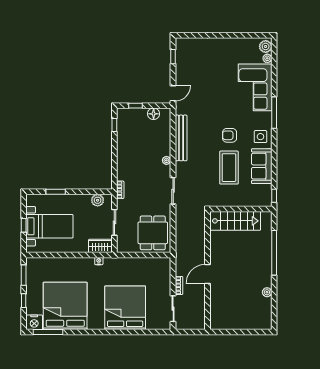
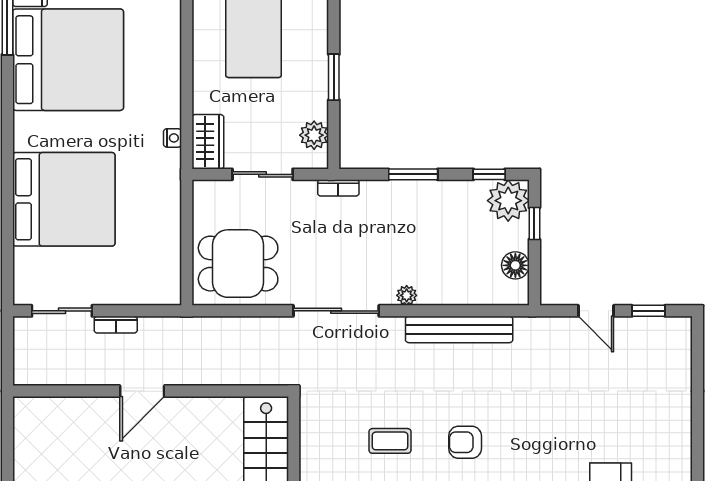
door: (173, 93) -> (596, 311), moved
plant: (126, 117) -> (508, 201), added
armchair: (230, 135) -> (465, 442), turned -90
window: (114, 158) -> (413, 174), added
coffee table: (229, 168) -> (390, 441), width x0.54, depth x0.58
sliding door: (173, 191) -> (336, 311), width x1.37
window: (56, 192) -> (334, 77), moved
door: (208, 274) -> (142, 391), swing flipped

